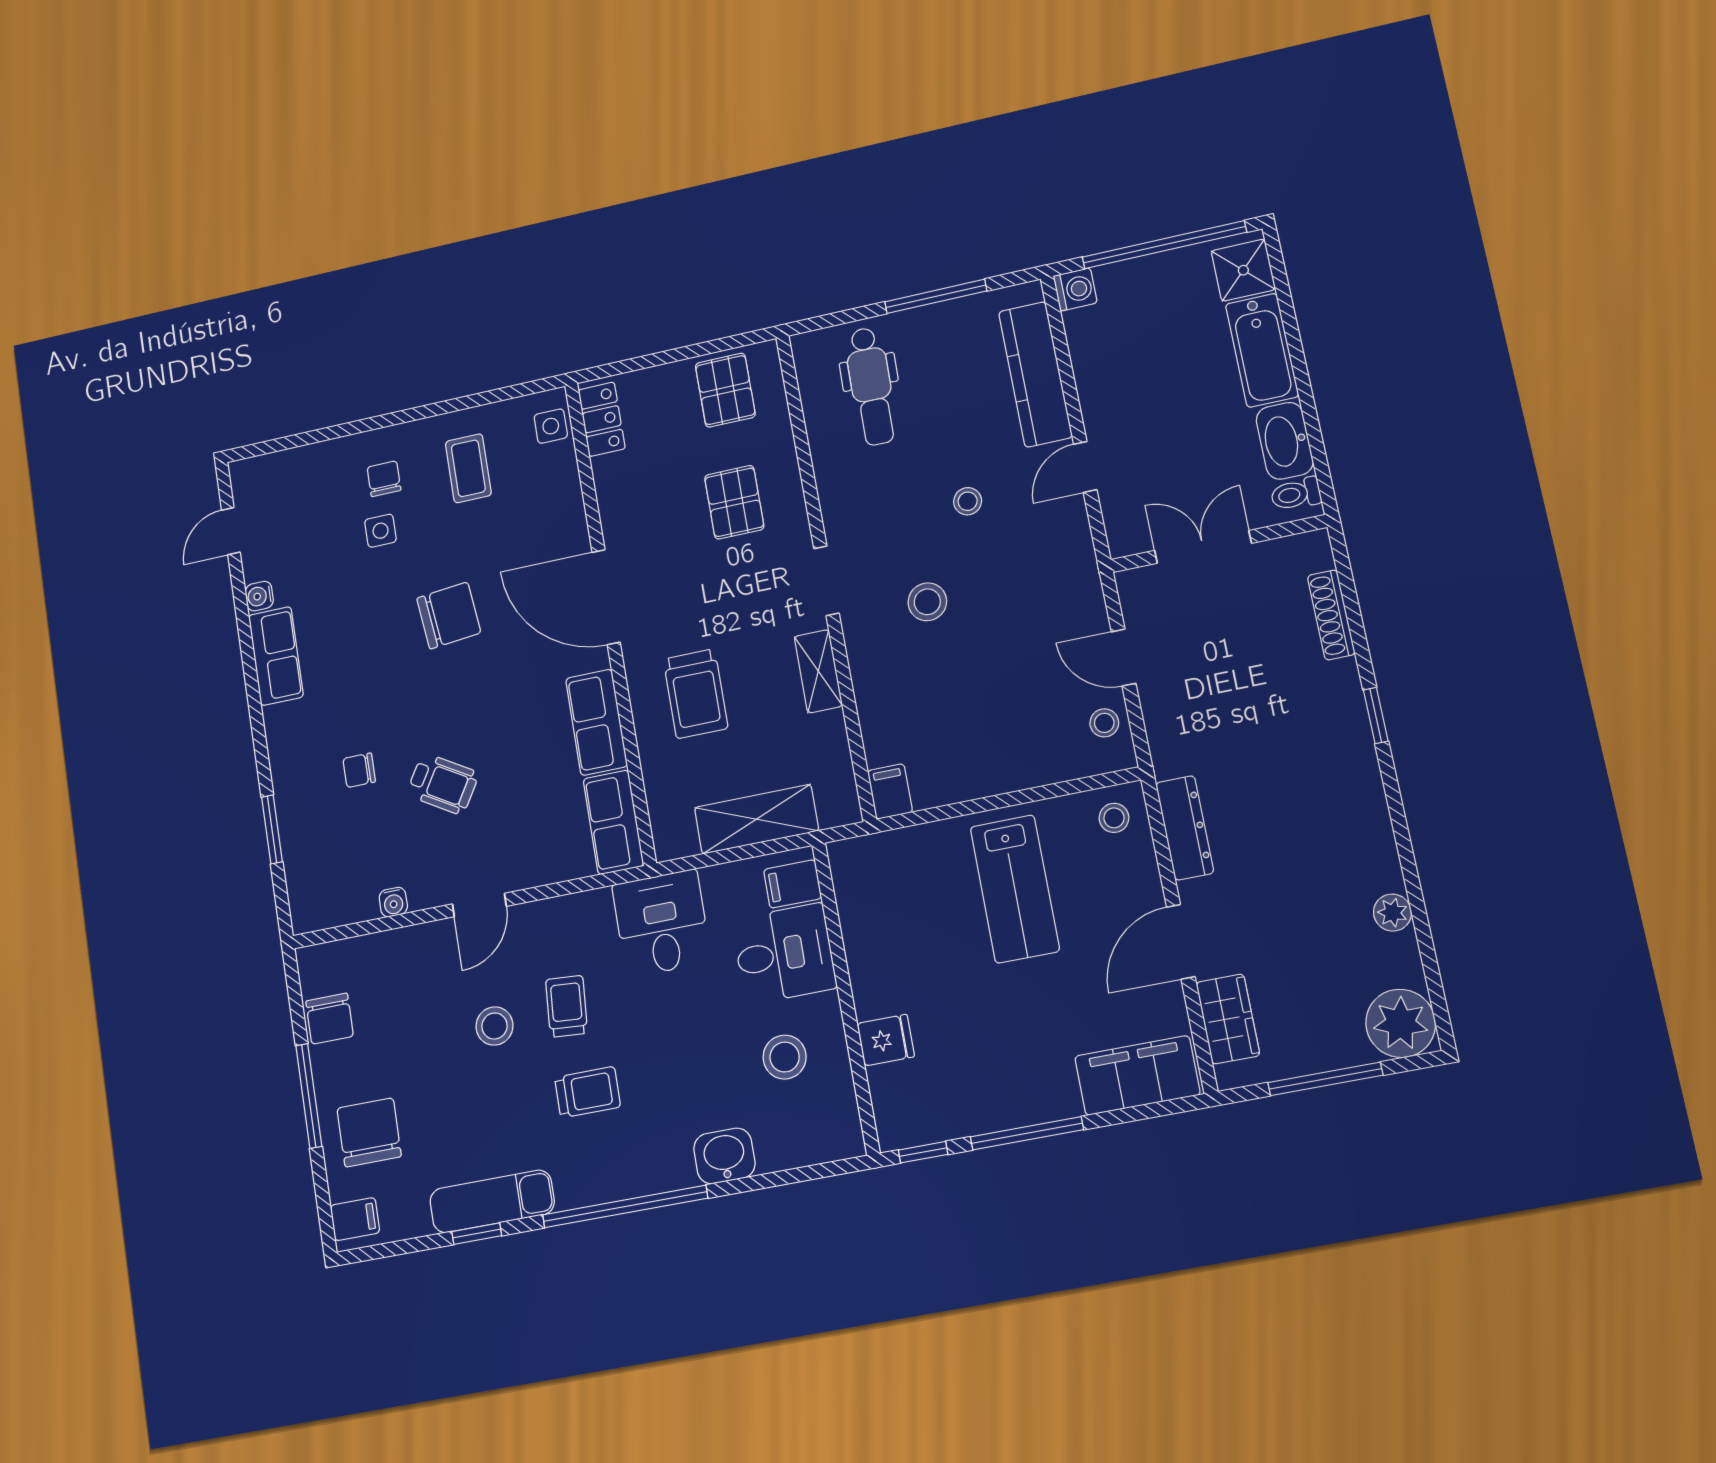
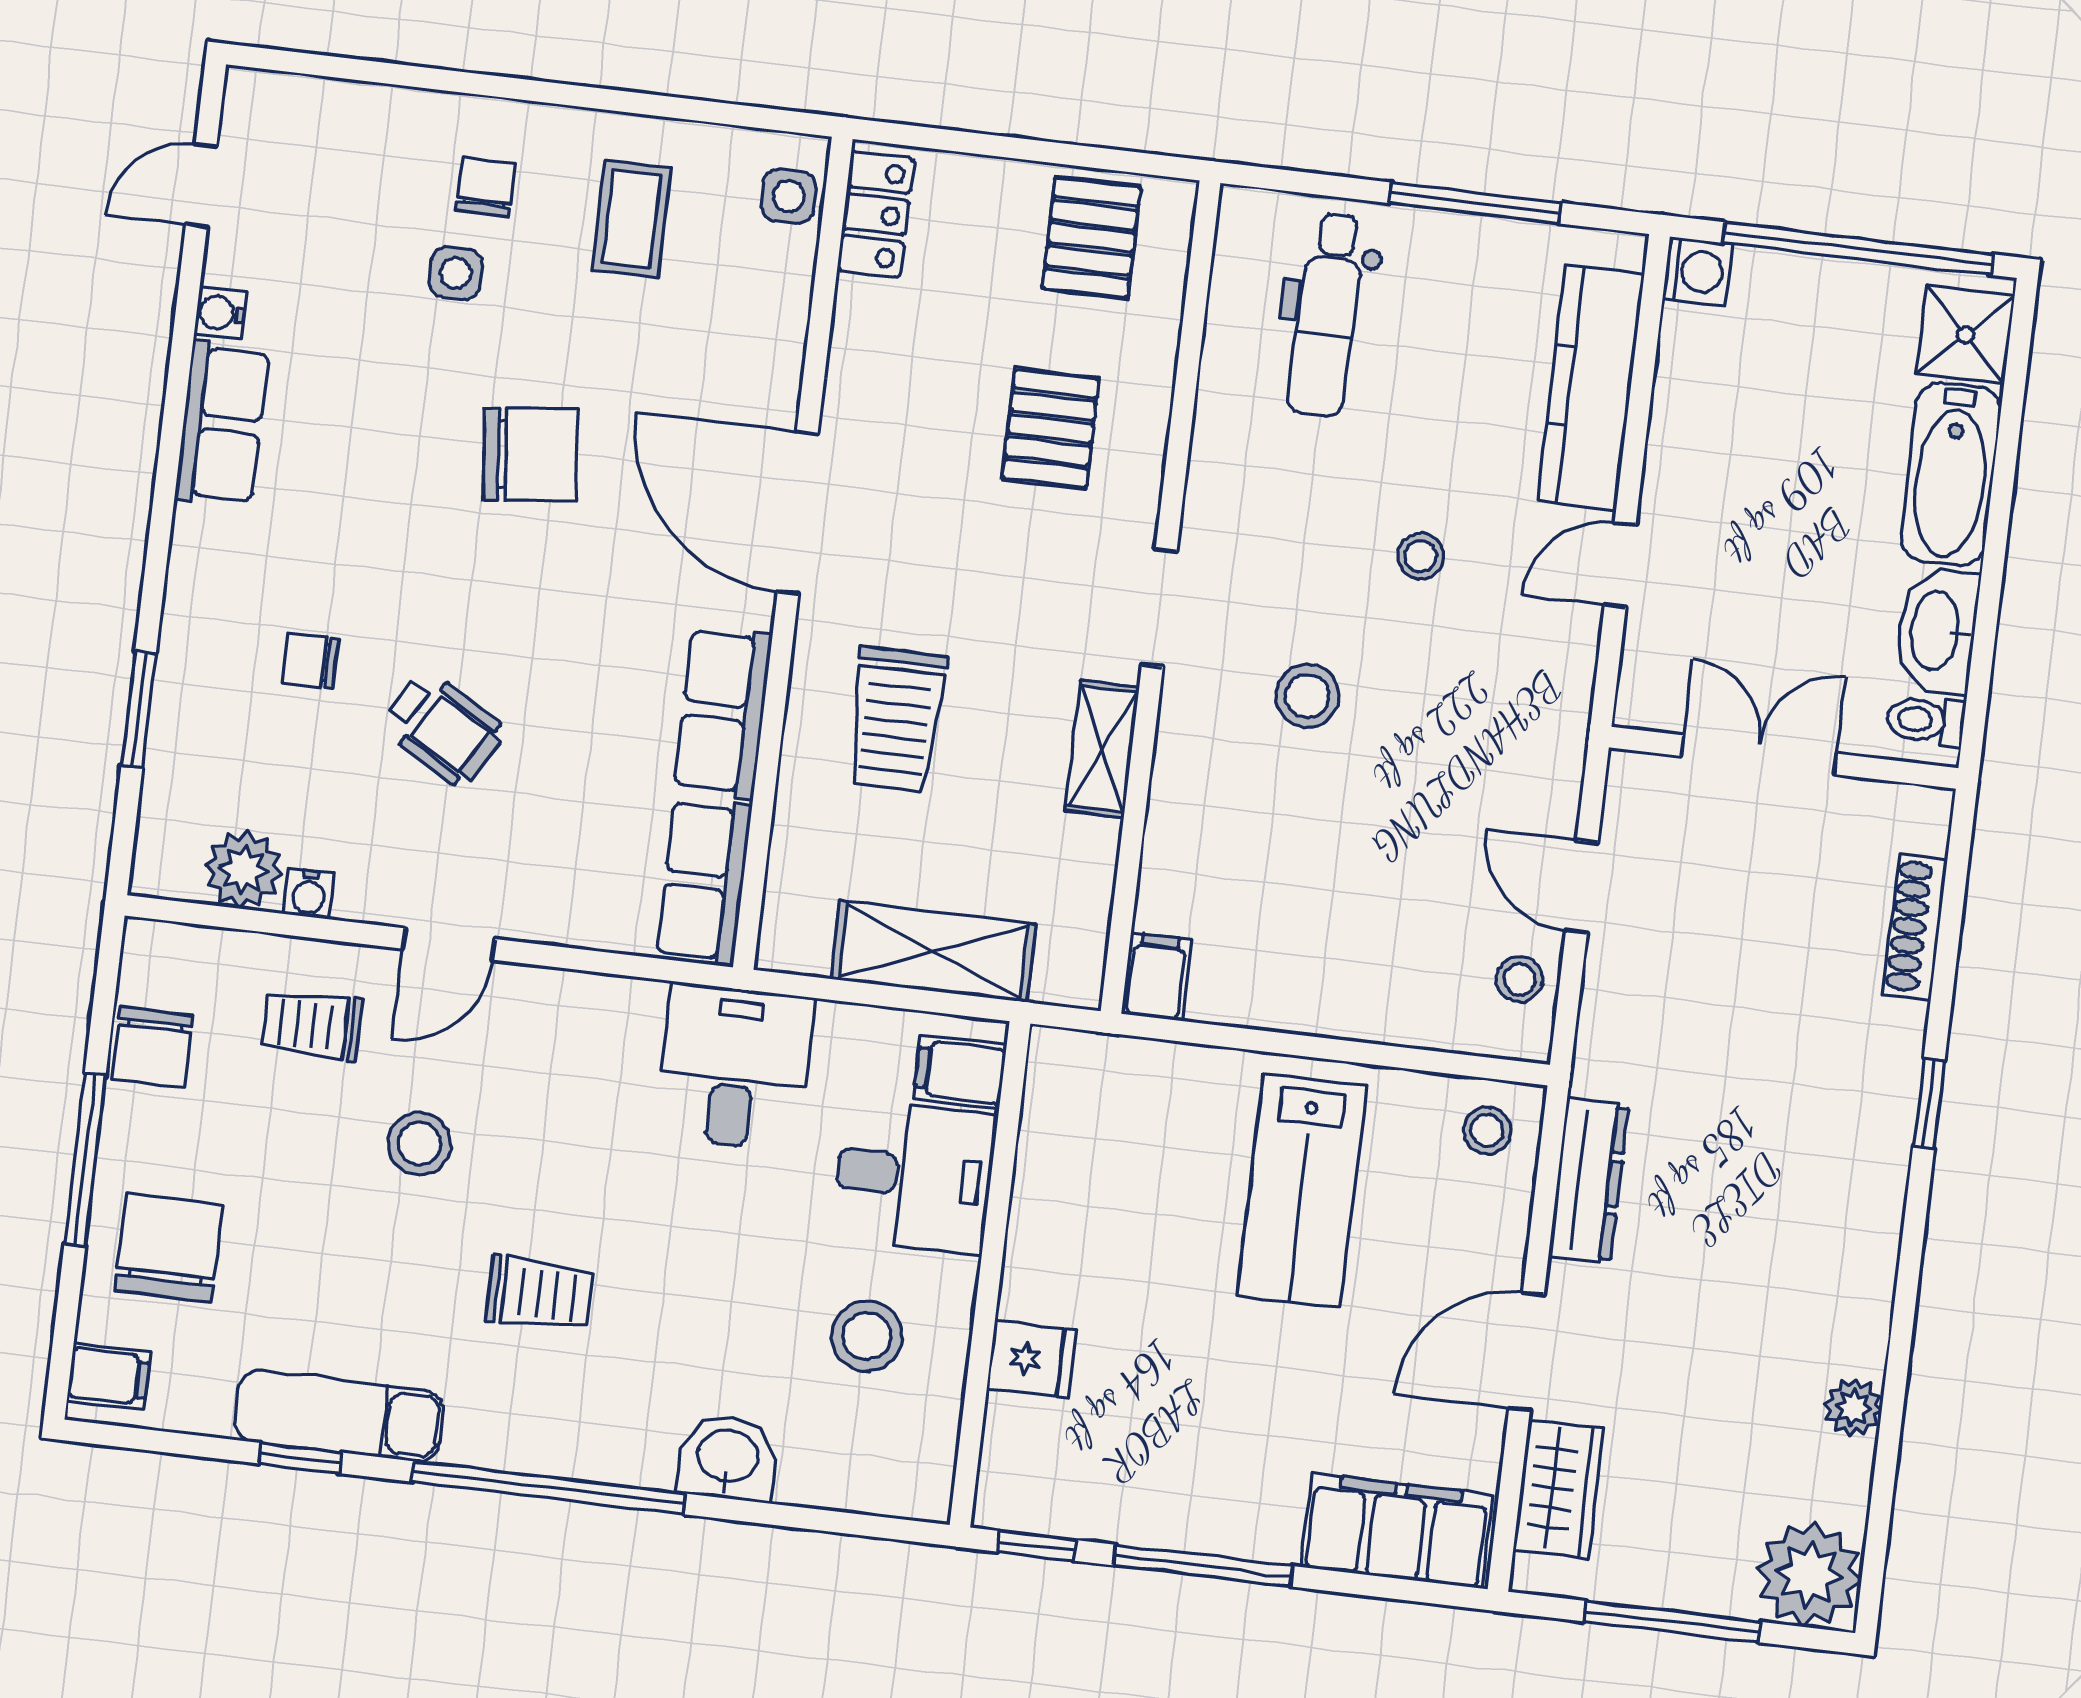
plant: (353, 900) -> (244, 870), added
trolley: (567, 1006) -> (312, 1025), moved, turned -94

